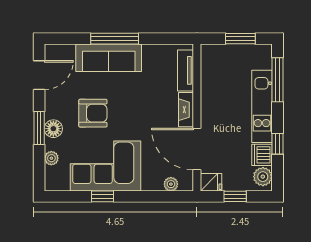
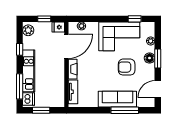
window: (115, 39) -> (125, 110), moved
door: (197, 149) -> (66, 46), hinge flipped
dishwasher: (262, 155) -> (29, 99), moved
window: (102, 196) -> (135, 19), moved

